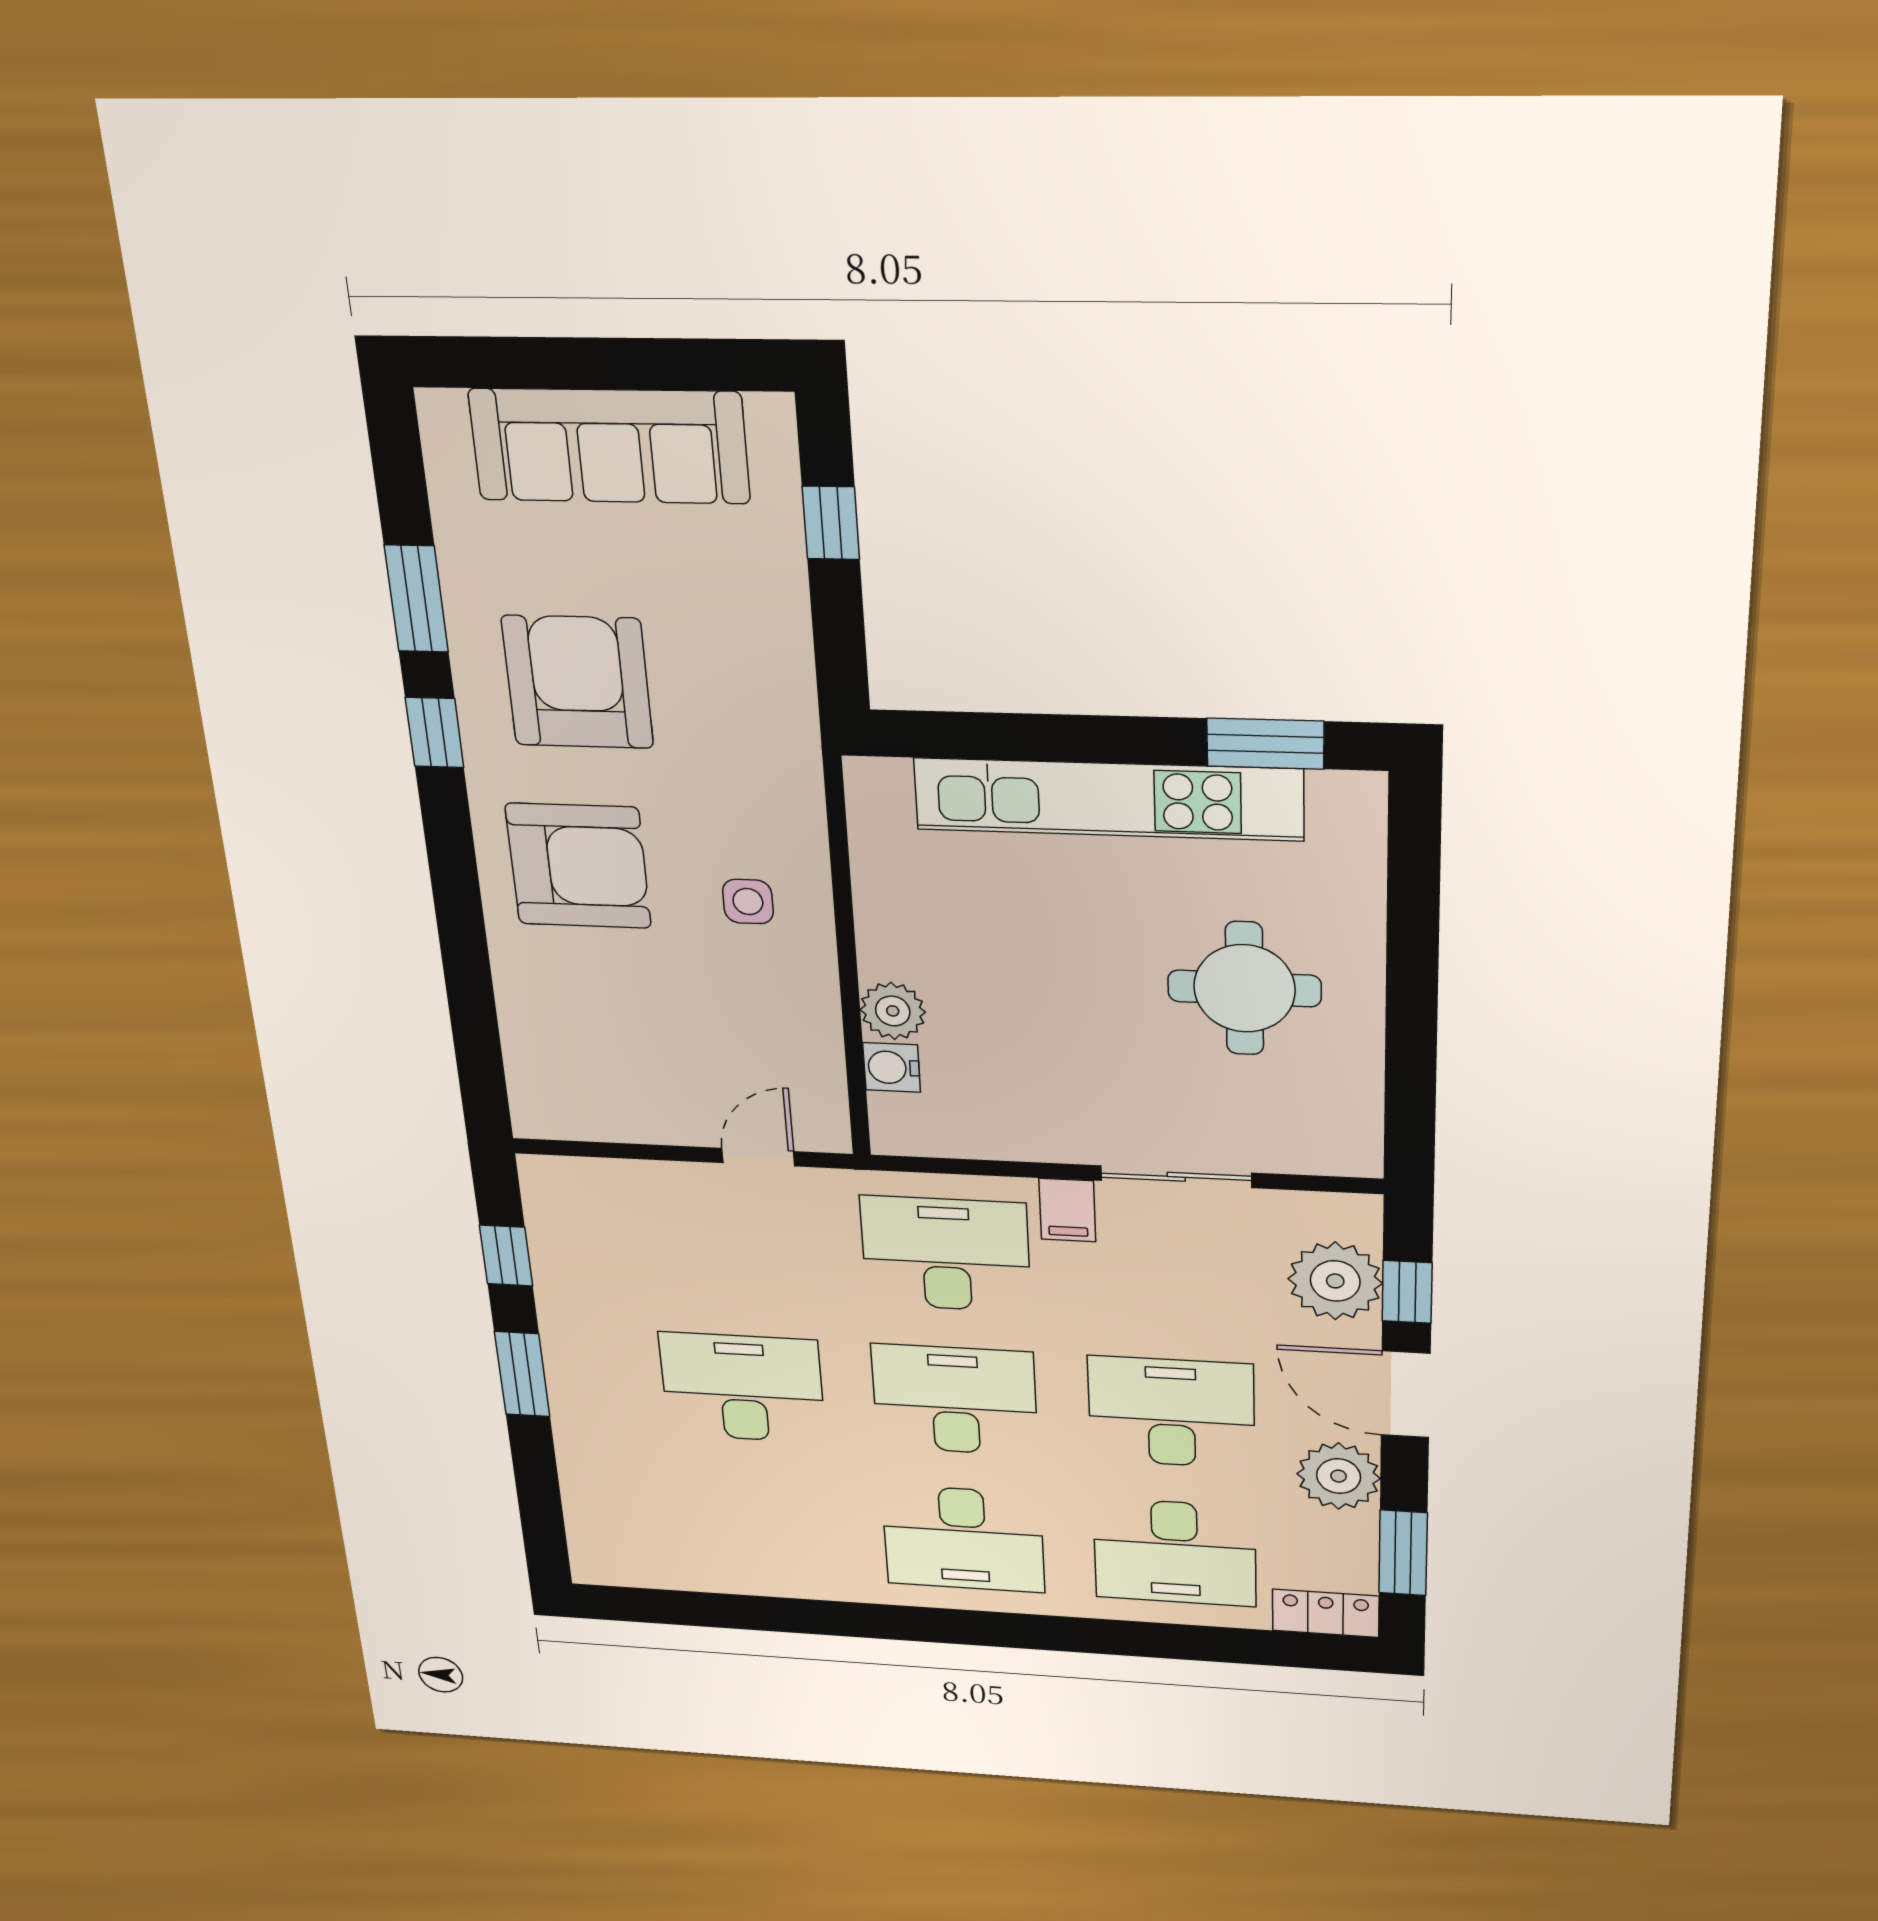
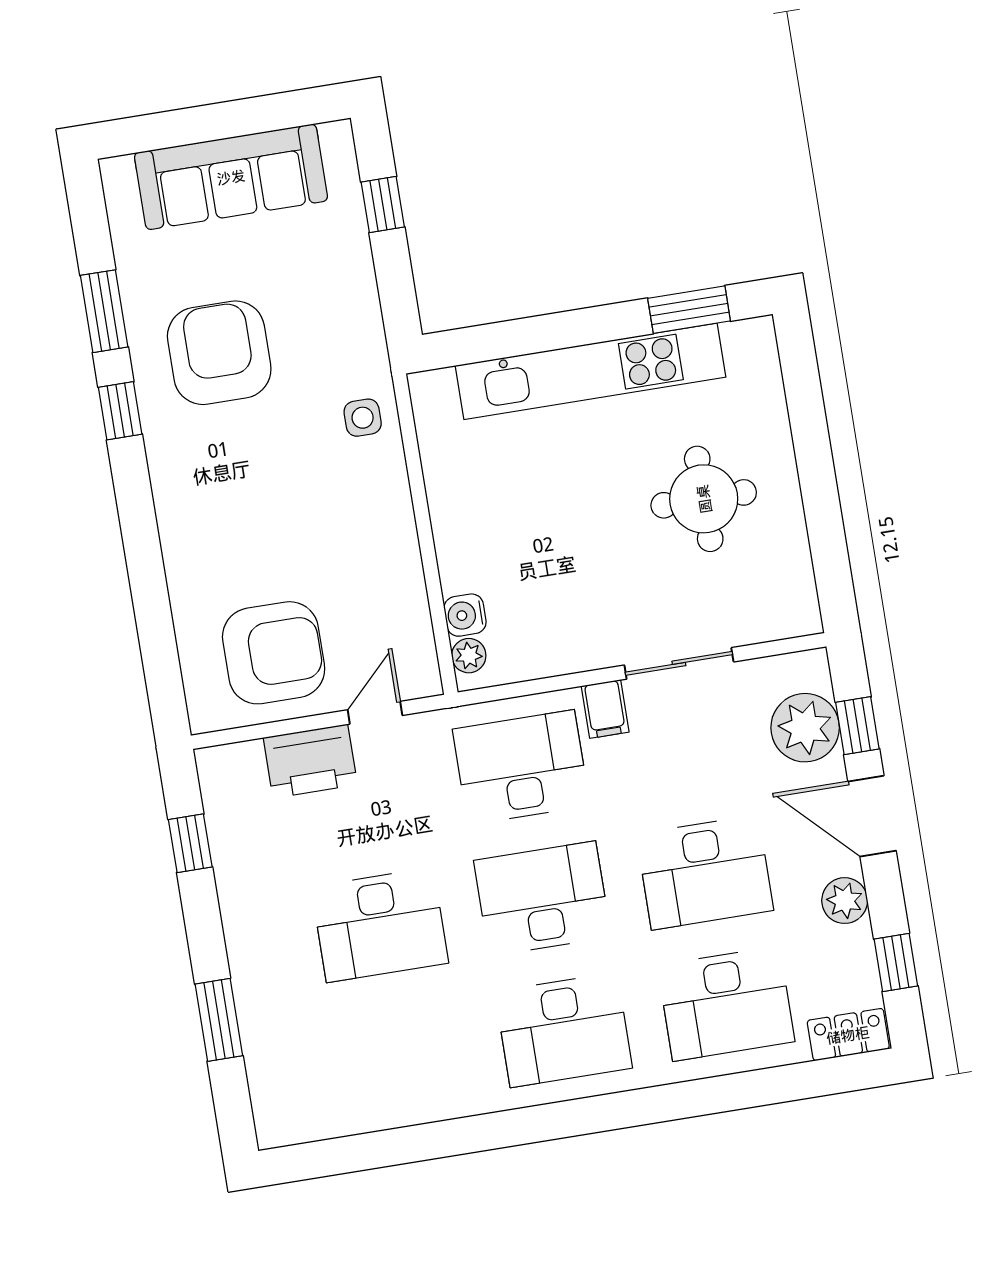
armchair: (578, 866) -> (274, 653), moved
side table: (748, 902) -> (363, 418), moved
plant: (893, 1011) -> (469, 656), moved, width x0.73, depth x0.73
printer: (668, 1195) -> (310, 761), added
window: (522, 1374) -> (219, 1020), moved
desk: (742, 1388) -> (380, 925), turned 180
desk: (1171, 1412) -> (705, 872), turned 180
plant: (1339, 1476) -> (845, 901), width x0.73, depth x0.73
window: (1403, 1553) -> (896, 962), width x0.67

